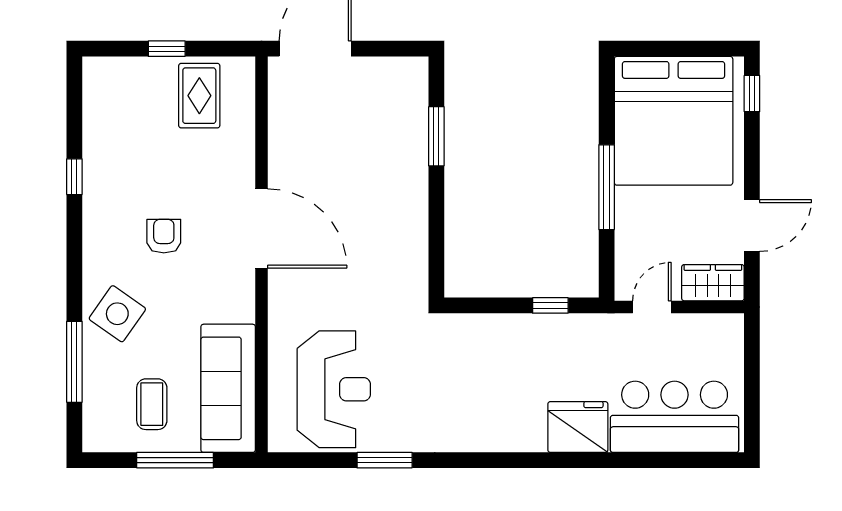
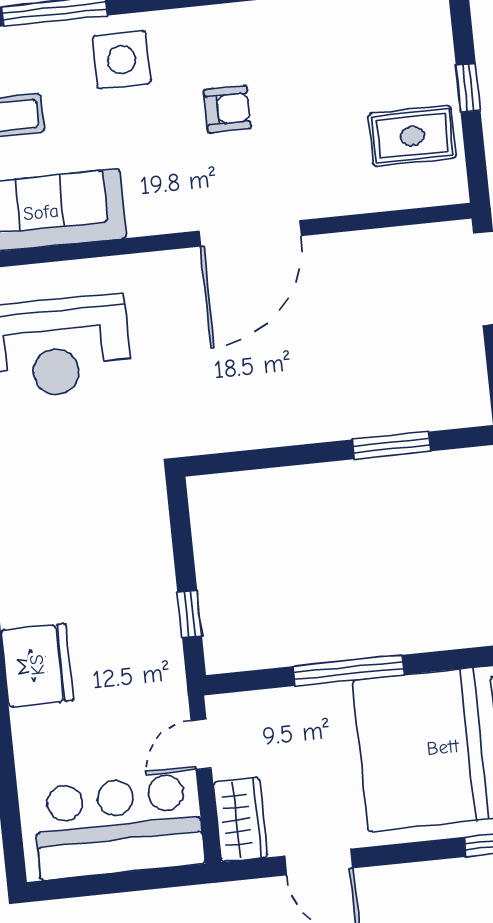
door: (652, 307) -> (201, 744), swing flipped
side table: (117, 314) -> (122, 60), turned -35
bar counter: (675, 417) -> (118, 826), moved, turned -90

